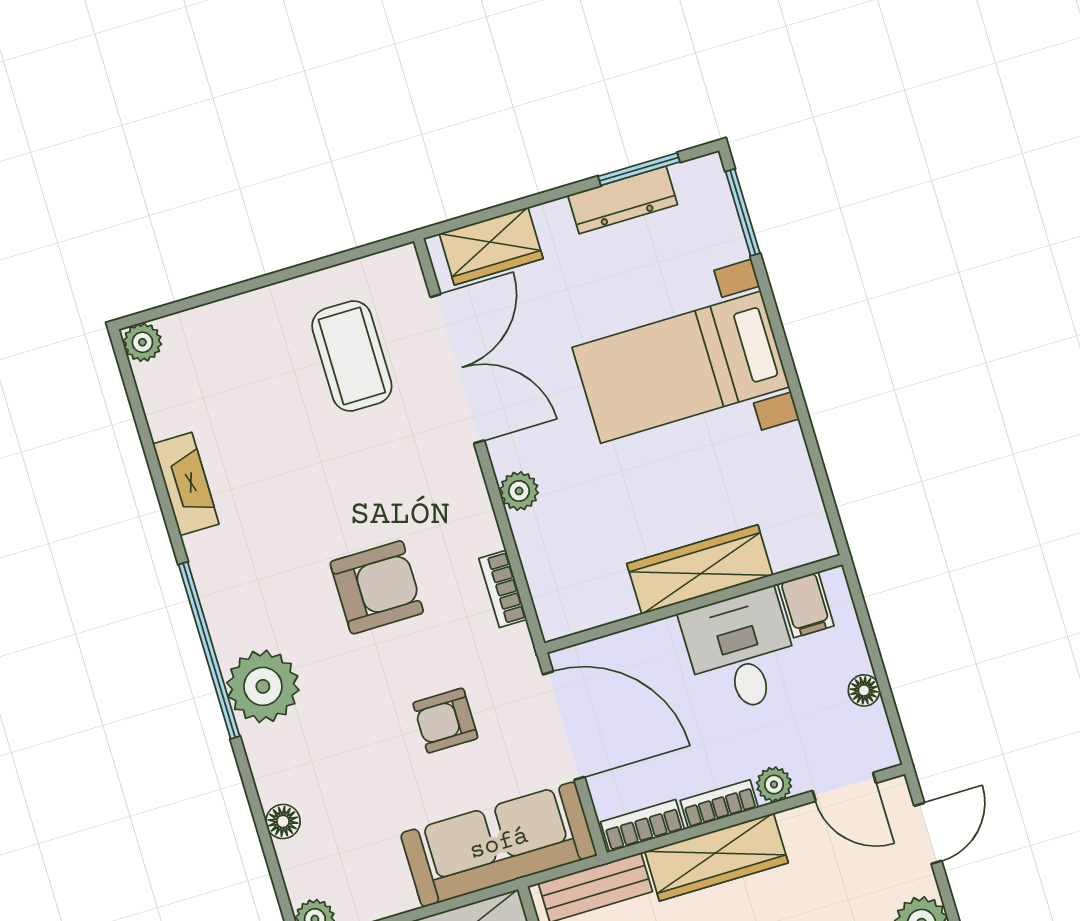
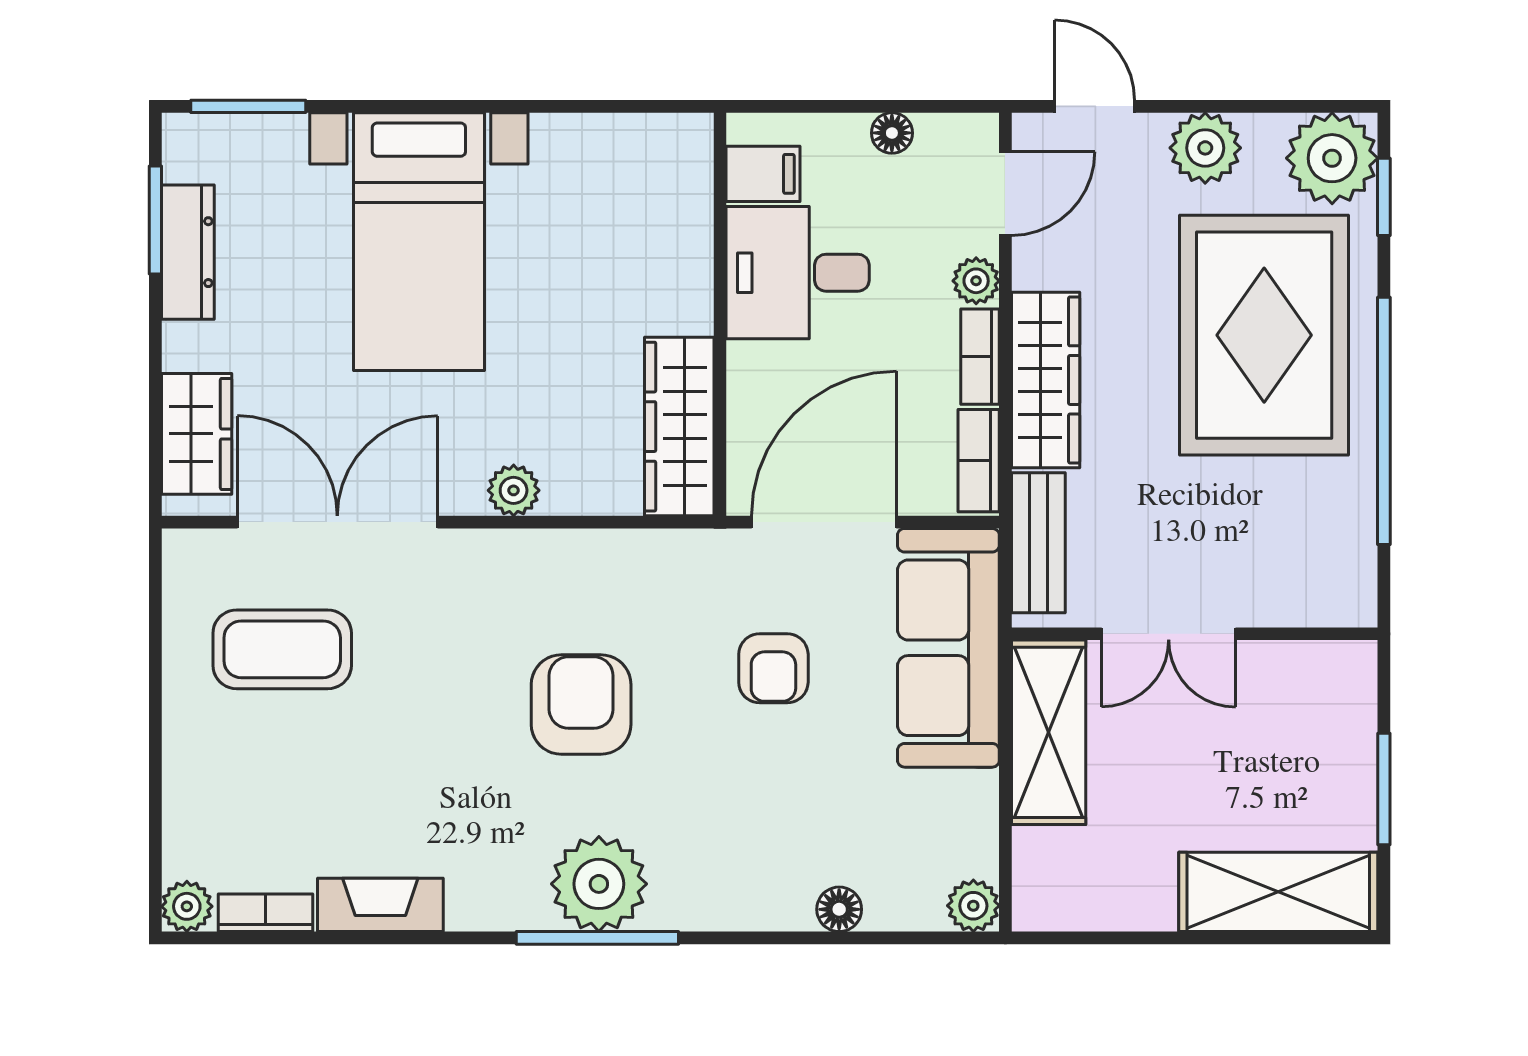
wardrobe: (700, 569) -> (679, 427), moved
bookcase: (503, 589) -> (266, 913), moved, turned 180
window: (209, 650) -> (597, 938), width x0.68
plant: (263, 686) -> (599, 884), moved

